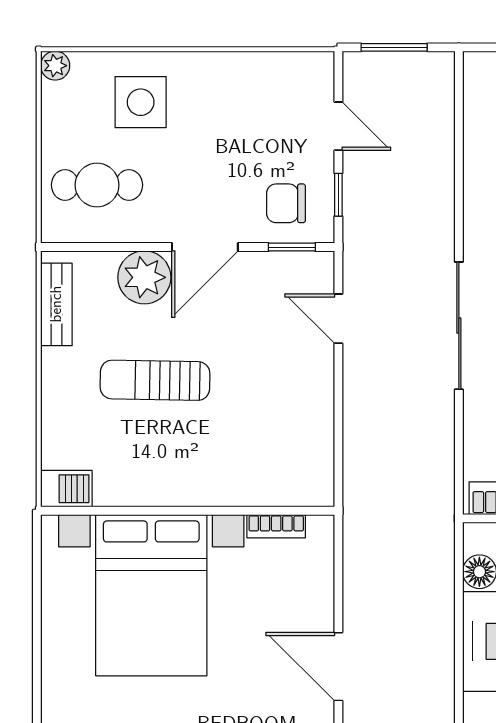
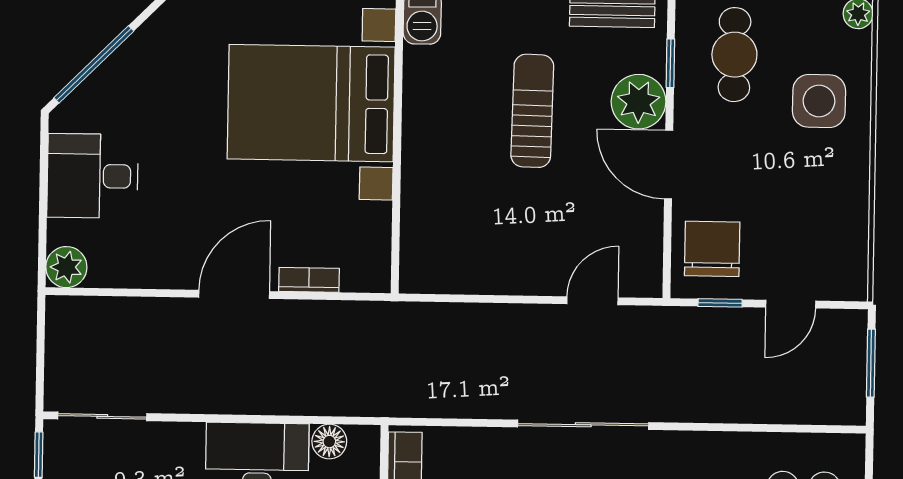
chair: (286, 203) -> (712, 249), width x1.37, depth x1.37
window: (292, 247) -> (670, 63), moved
bookcase: (276, 526) -> (309, 280), moved, turned 90

